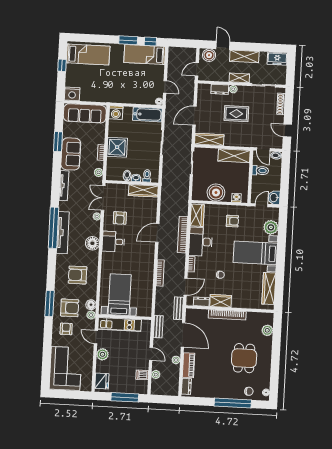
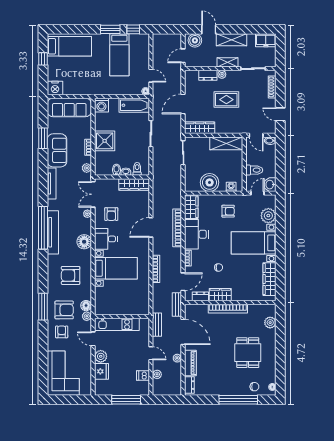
bed: (145, 54) -> (119, 55), moved, turned -90
toilet: (260, 171) -> (254, 170), moved
bed with nightstands: (120, 295) -> (116, 268), moved, turned 90
fridge: (102, 381) -> (101, 371), moved

